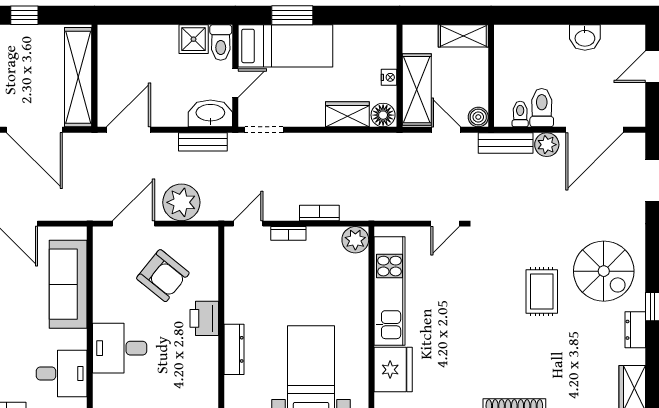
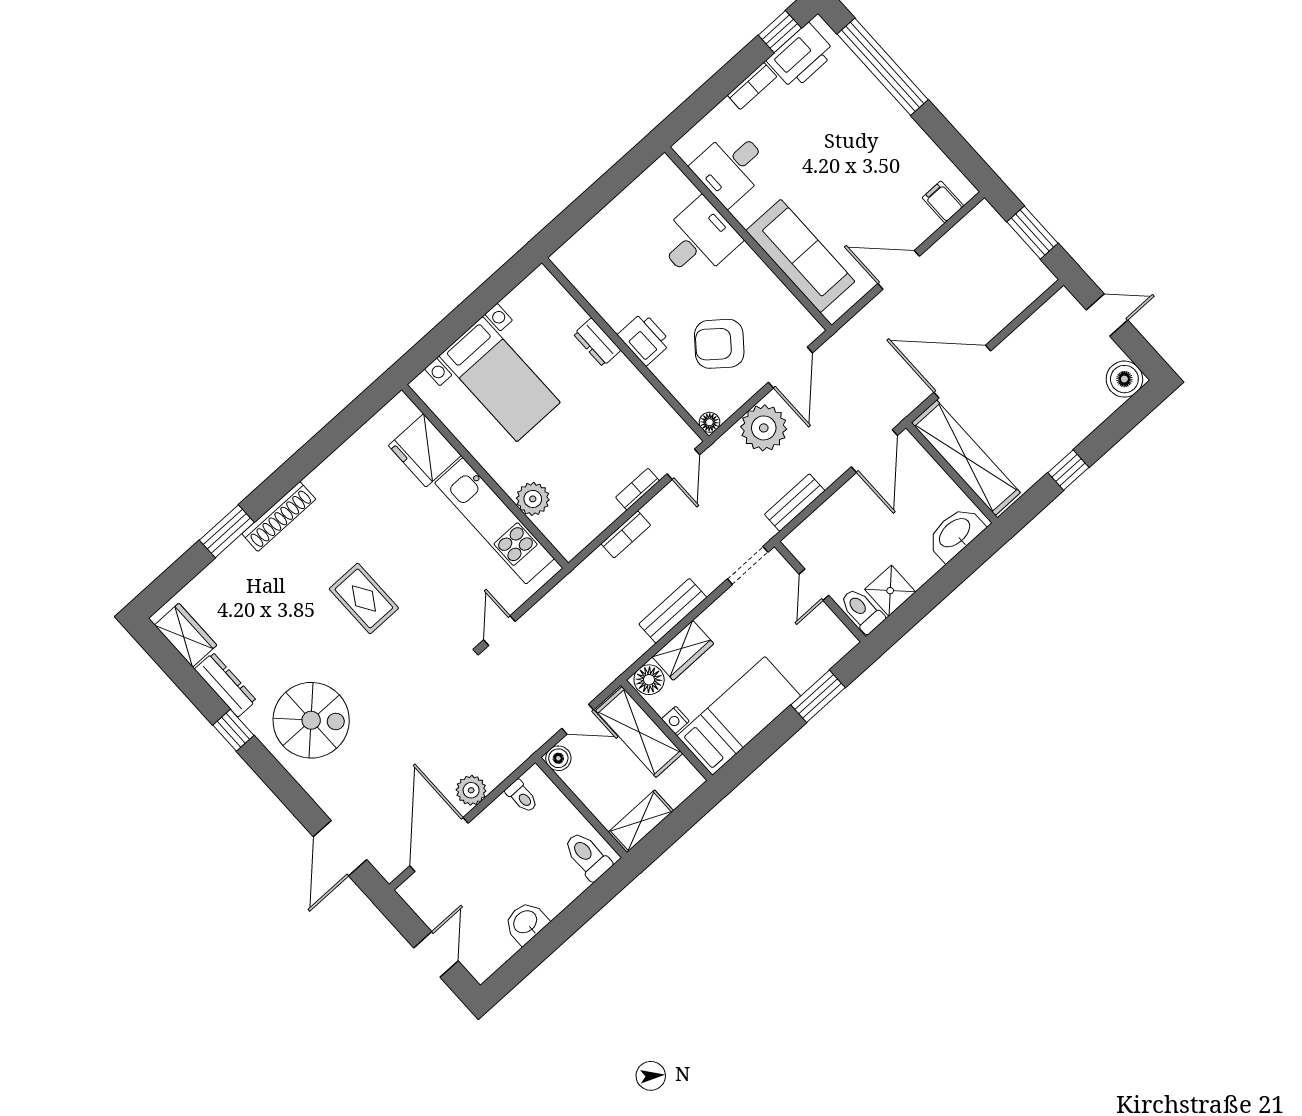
bed: (285, 46) -> (739, 716), moved, turned 180
toilet: (542, 108) -> (587, 856), moved, turned 180
washbasin: (210, 113) -> (955, 533), moved, turned 180
bench: (506, 143) -> (673, 611), moved
floor lamp: (210, 235) -> (709, 422), added
plant: (355, 240) -> (533, 499), moved
spiral stairs: (604, 271) -> (311, 720), turned 180
rug: (542, 291) -> (364, 598), moved
dresser: (635, 330) -> (225, 685), width x1.44
dresser: (234, 349) -> (597, 342), width x0.70

